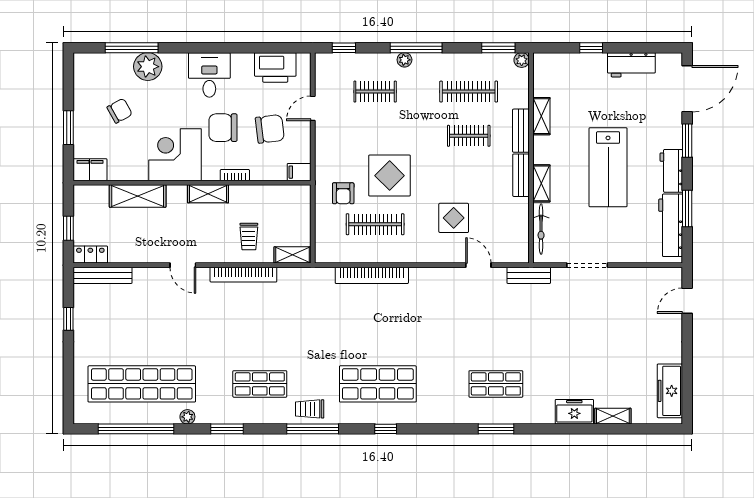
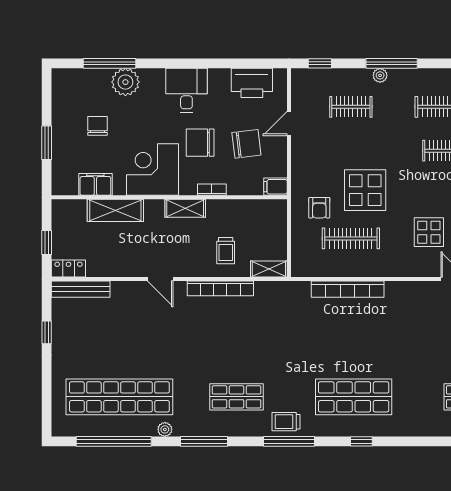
chair: (120, 111) -> (97, 126), turned -61
filing cabinet: (90, 170) -> (95, 184), moved
window: (227, 429) -> (204, 441), width x1.44

